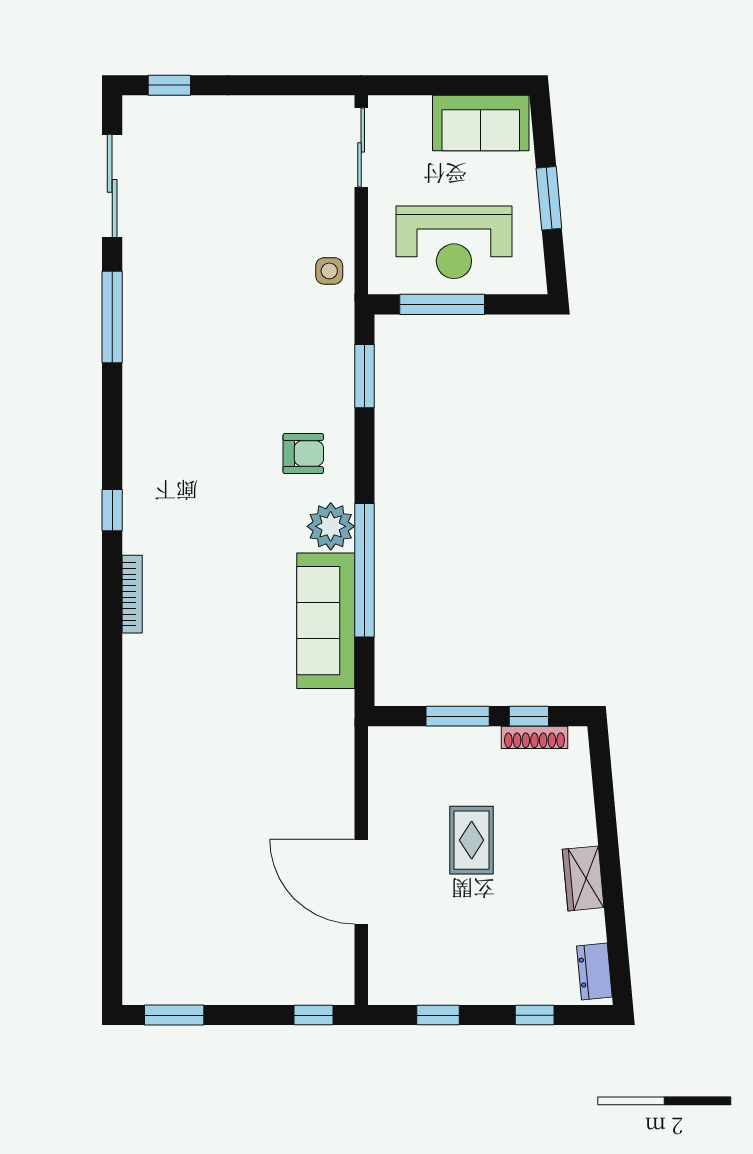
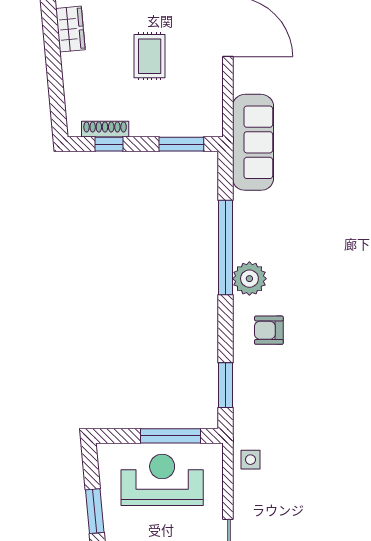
sofa: (326, 621) -> (253, 142), moved
window: (458, 716) -> (181, 144), moved

